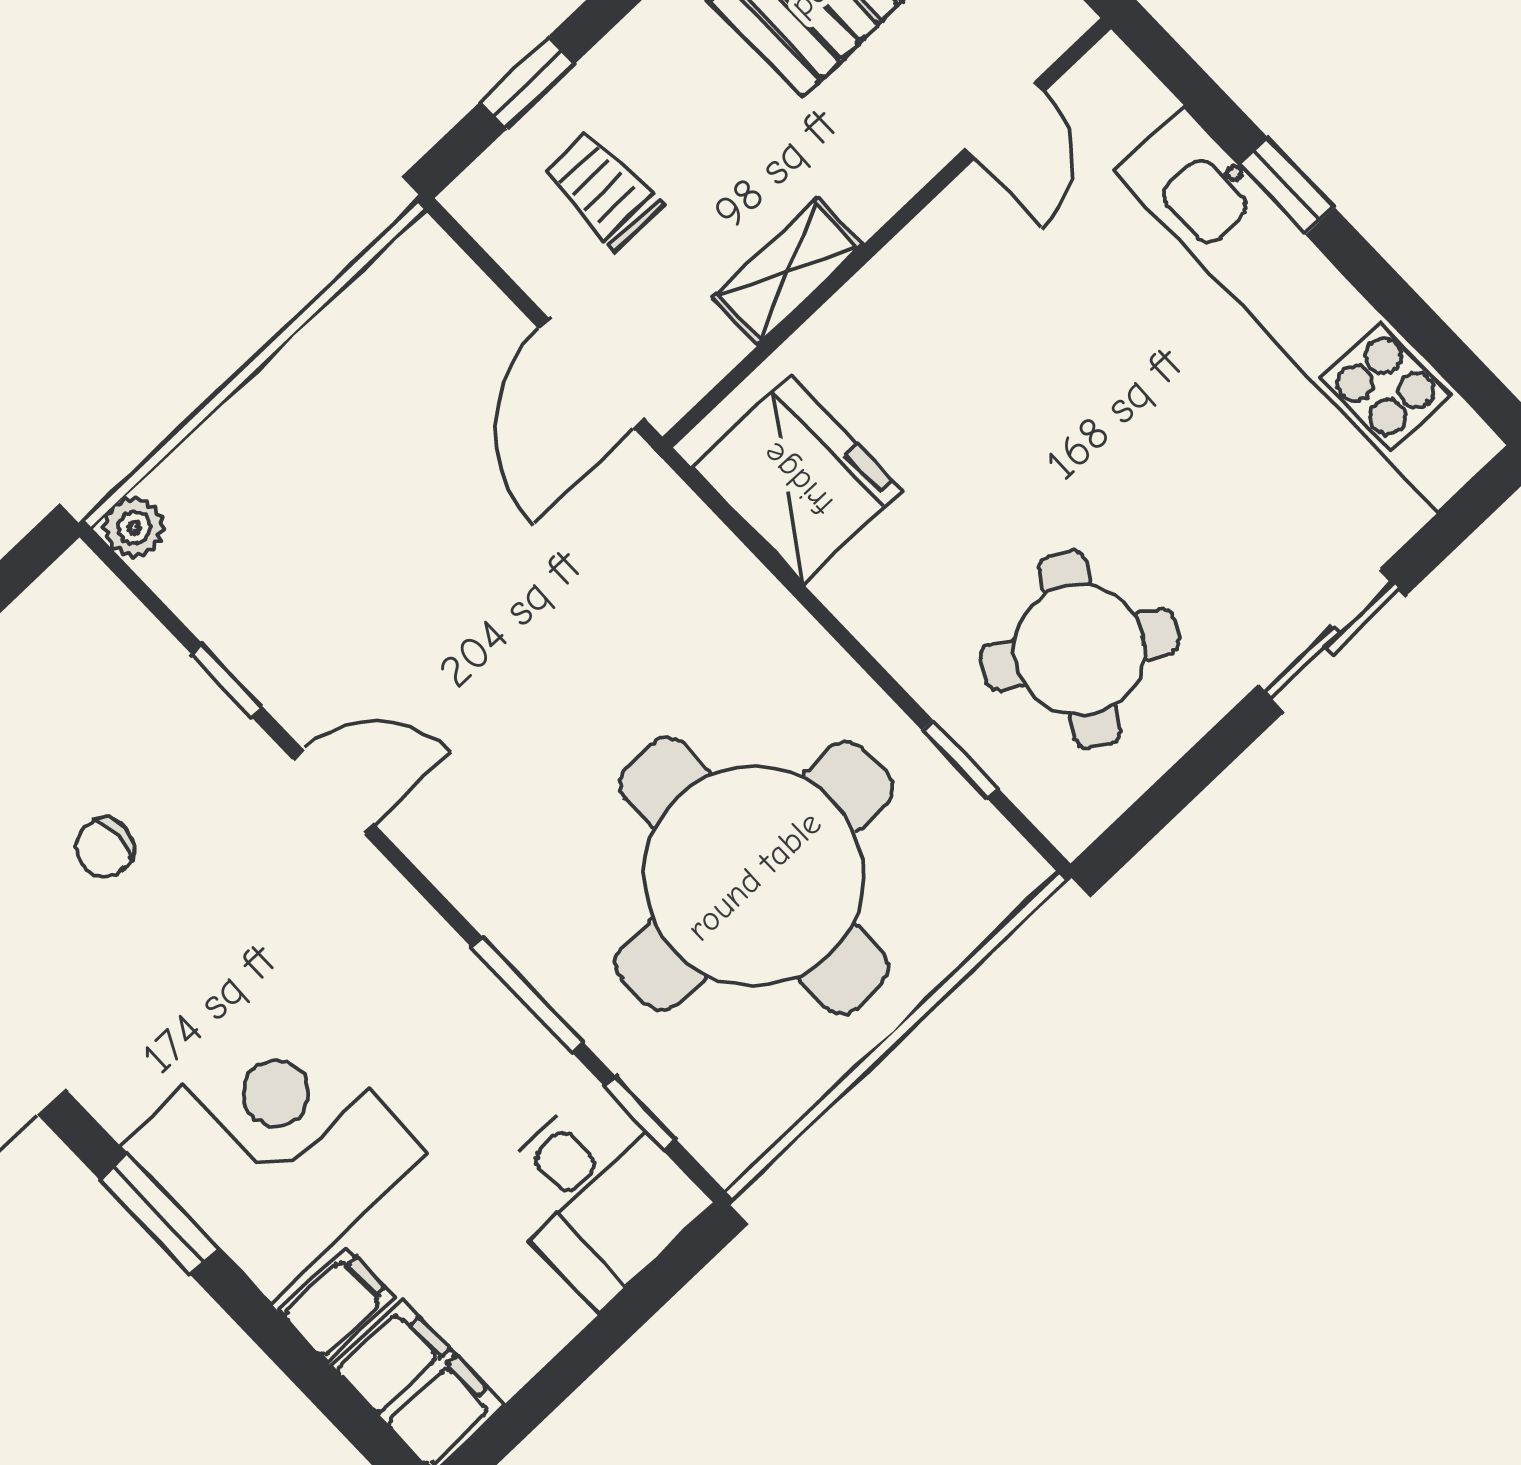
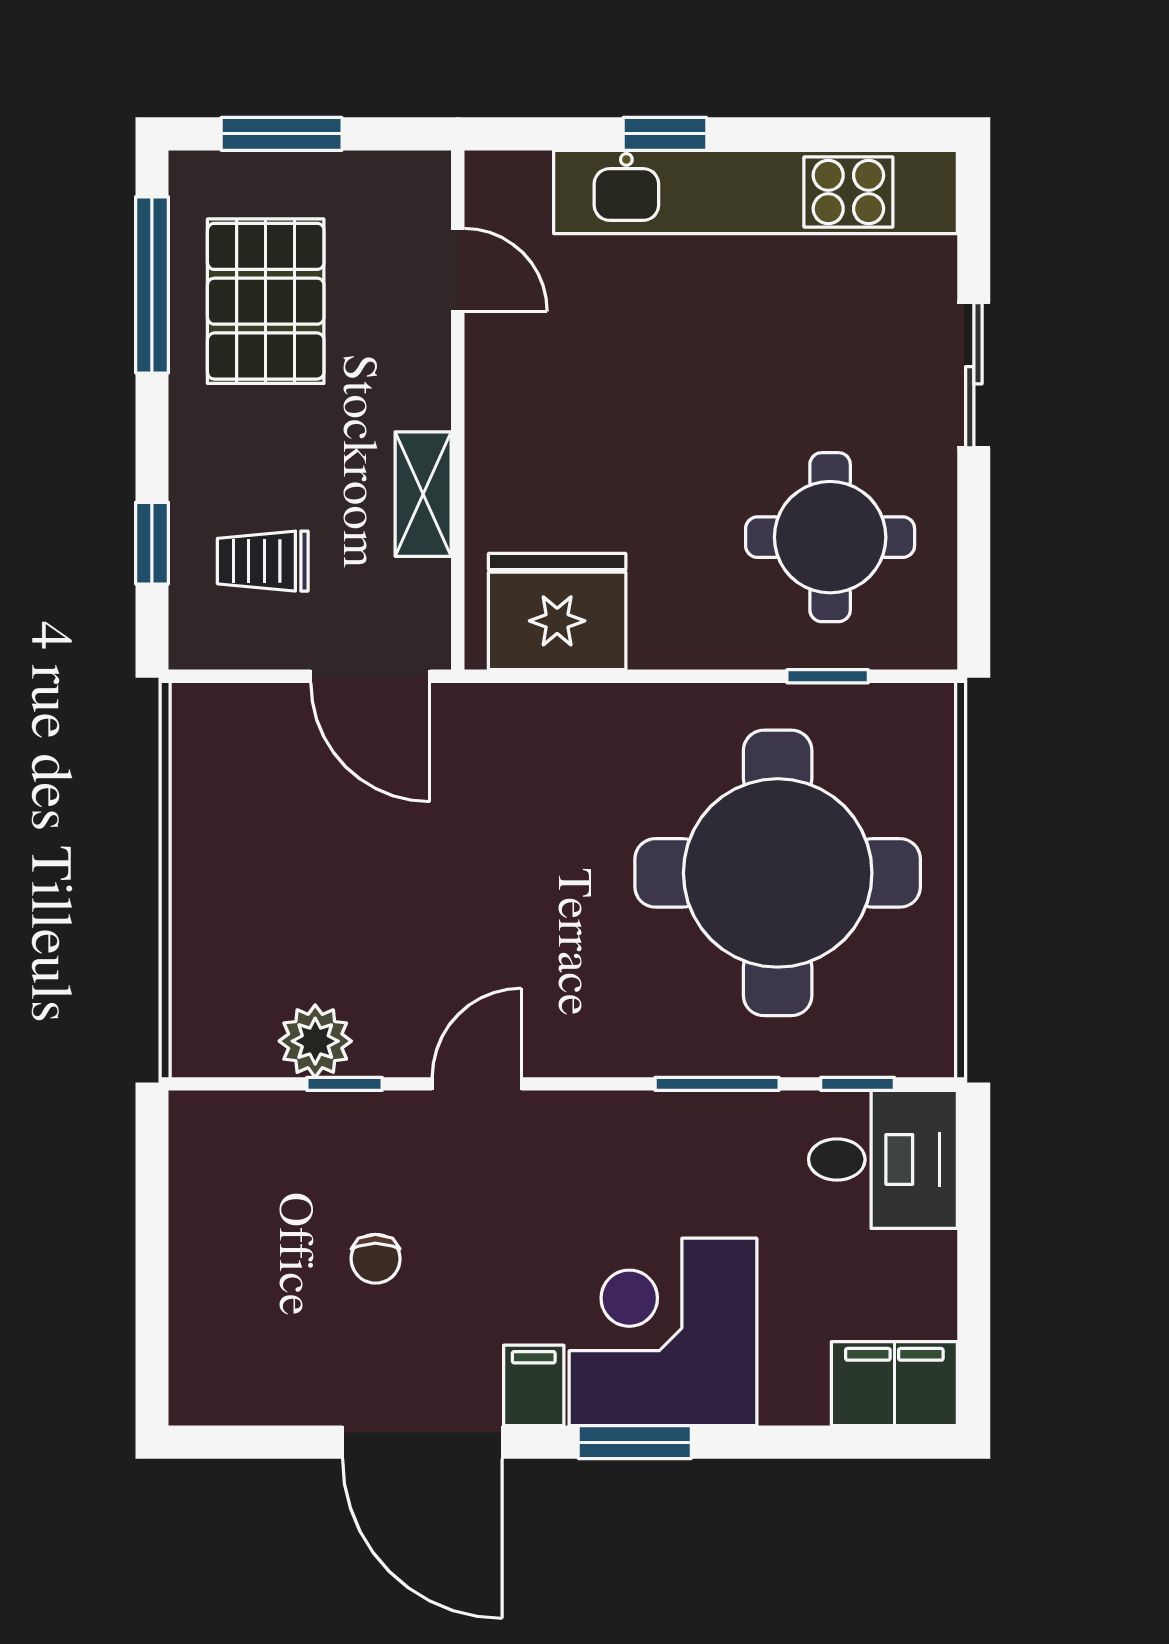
plant: (134, 528) -> (315, 1041), moved, width x1.38, depth x1.38
round table: (1080, 649) -> (830, 537), turned -32
filing cabinet: (336, 1304) -> (534, 1385), moved

